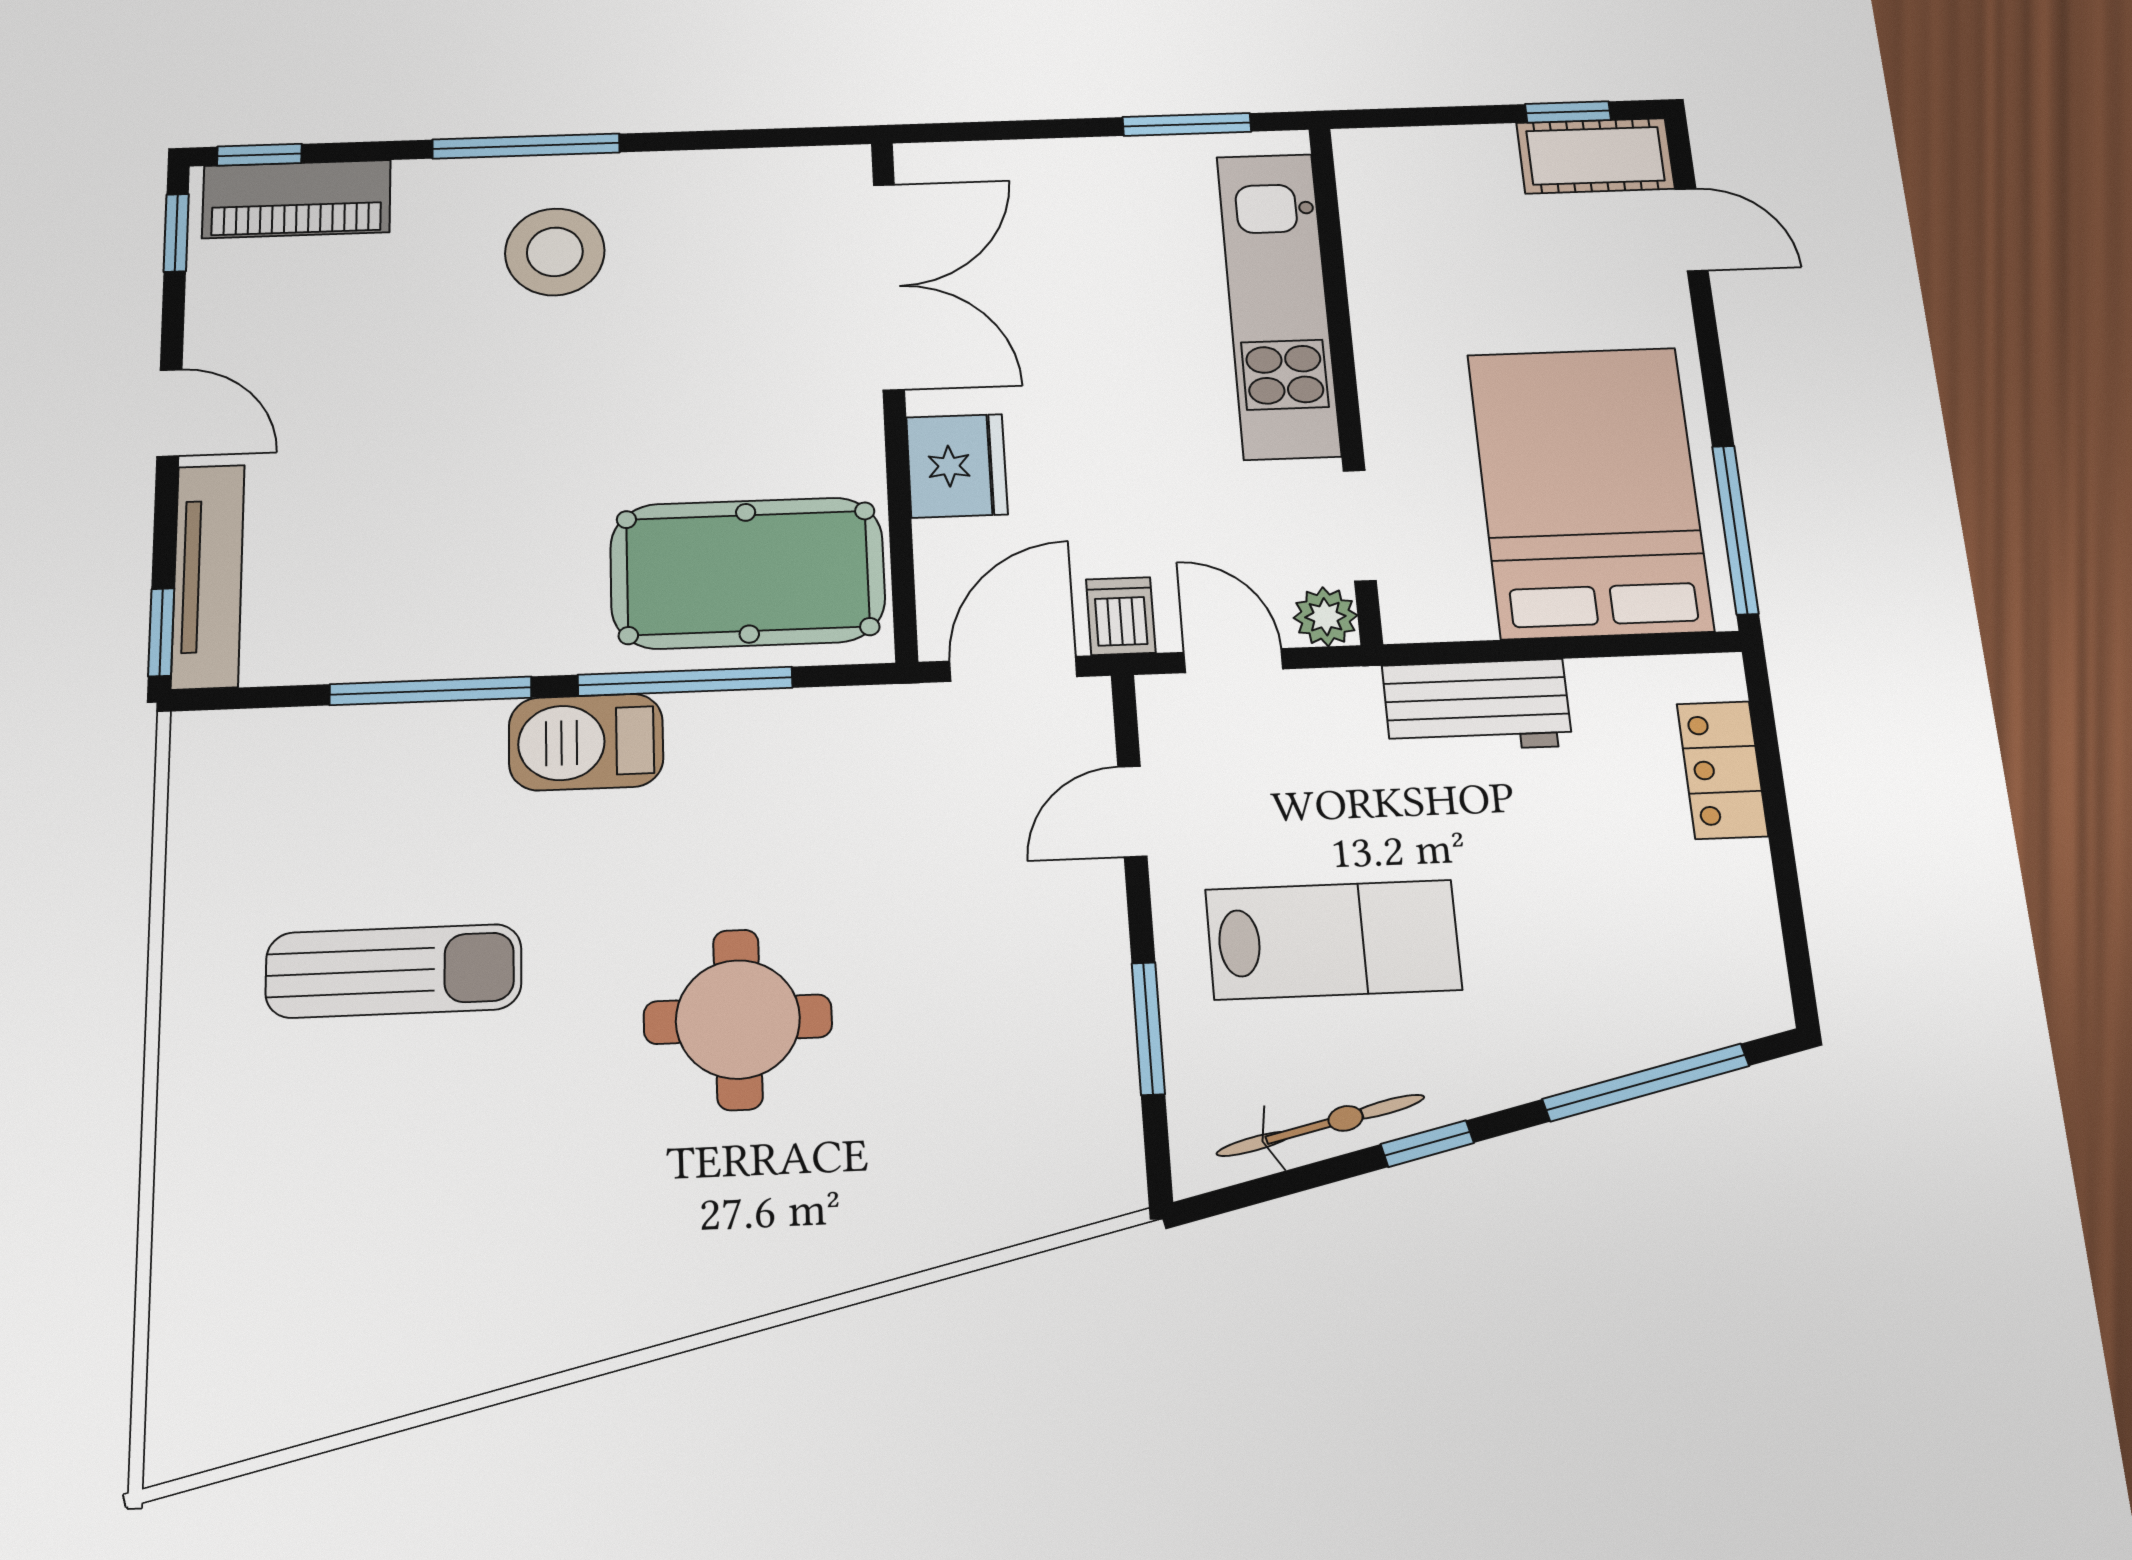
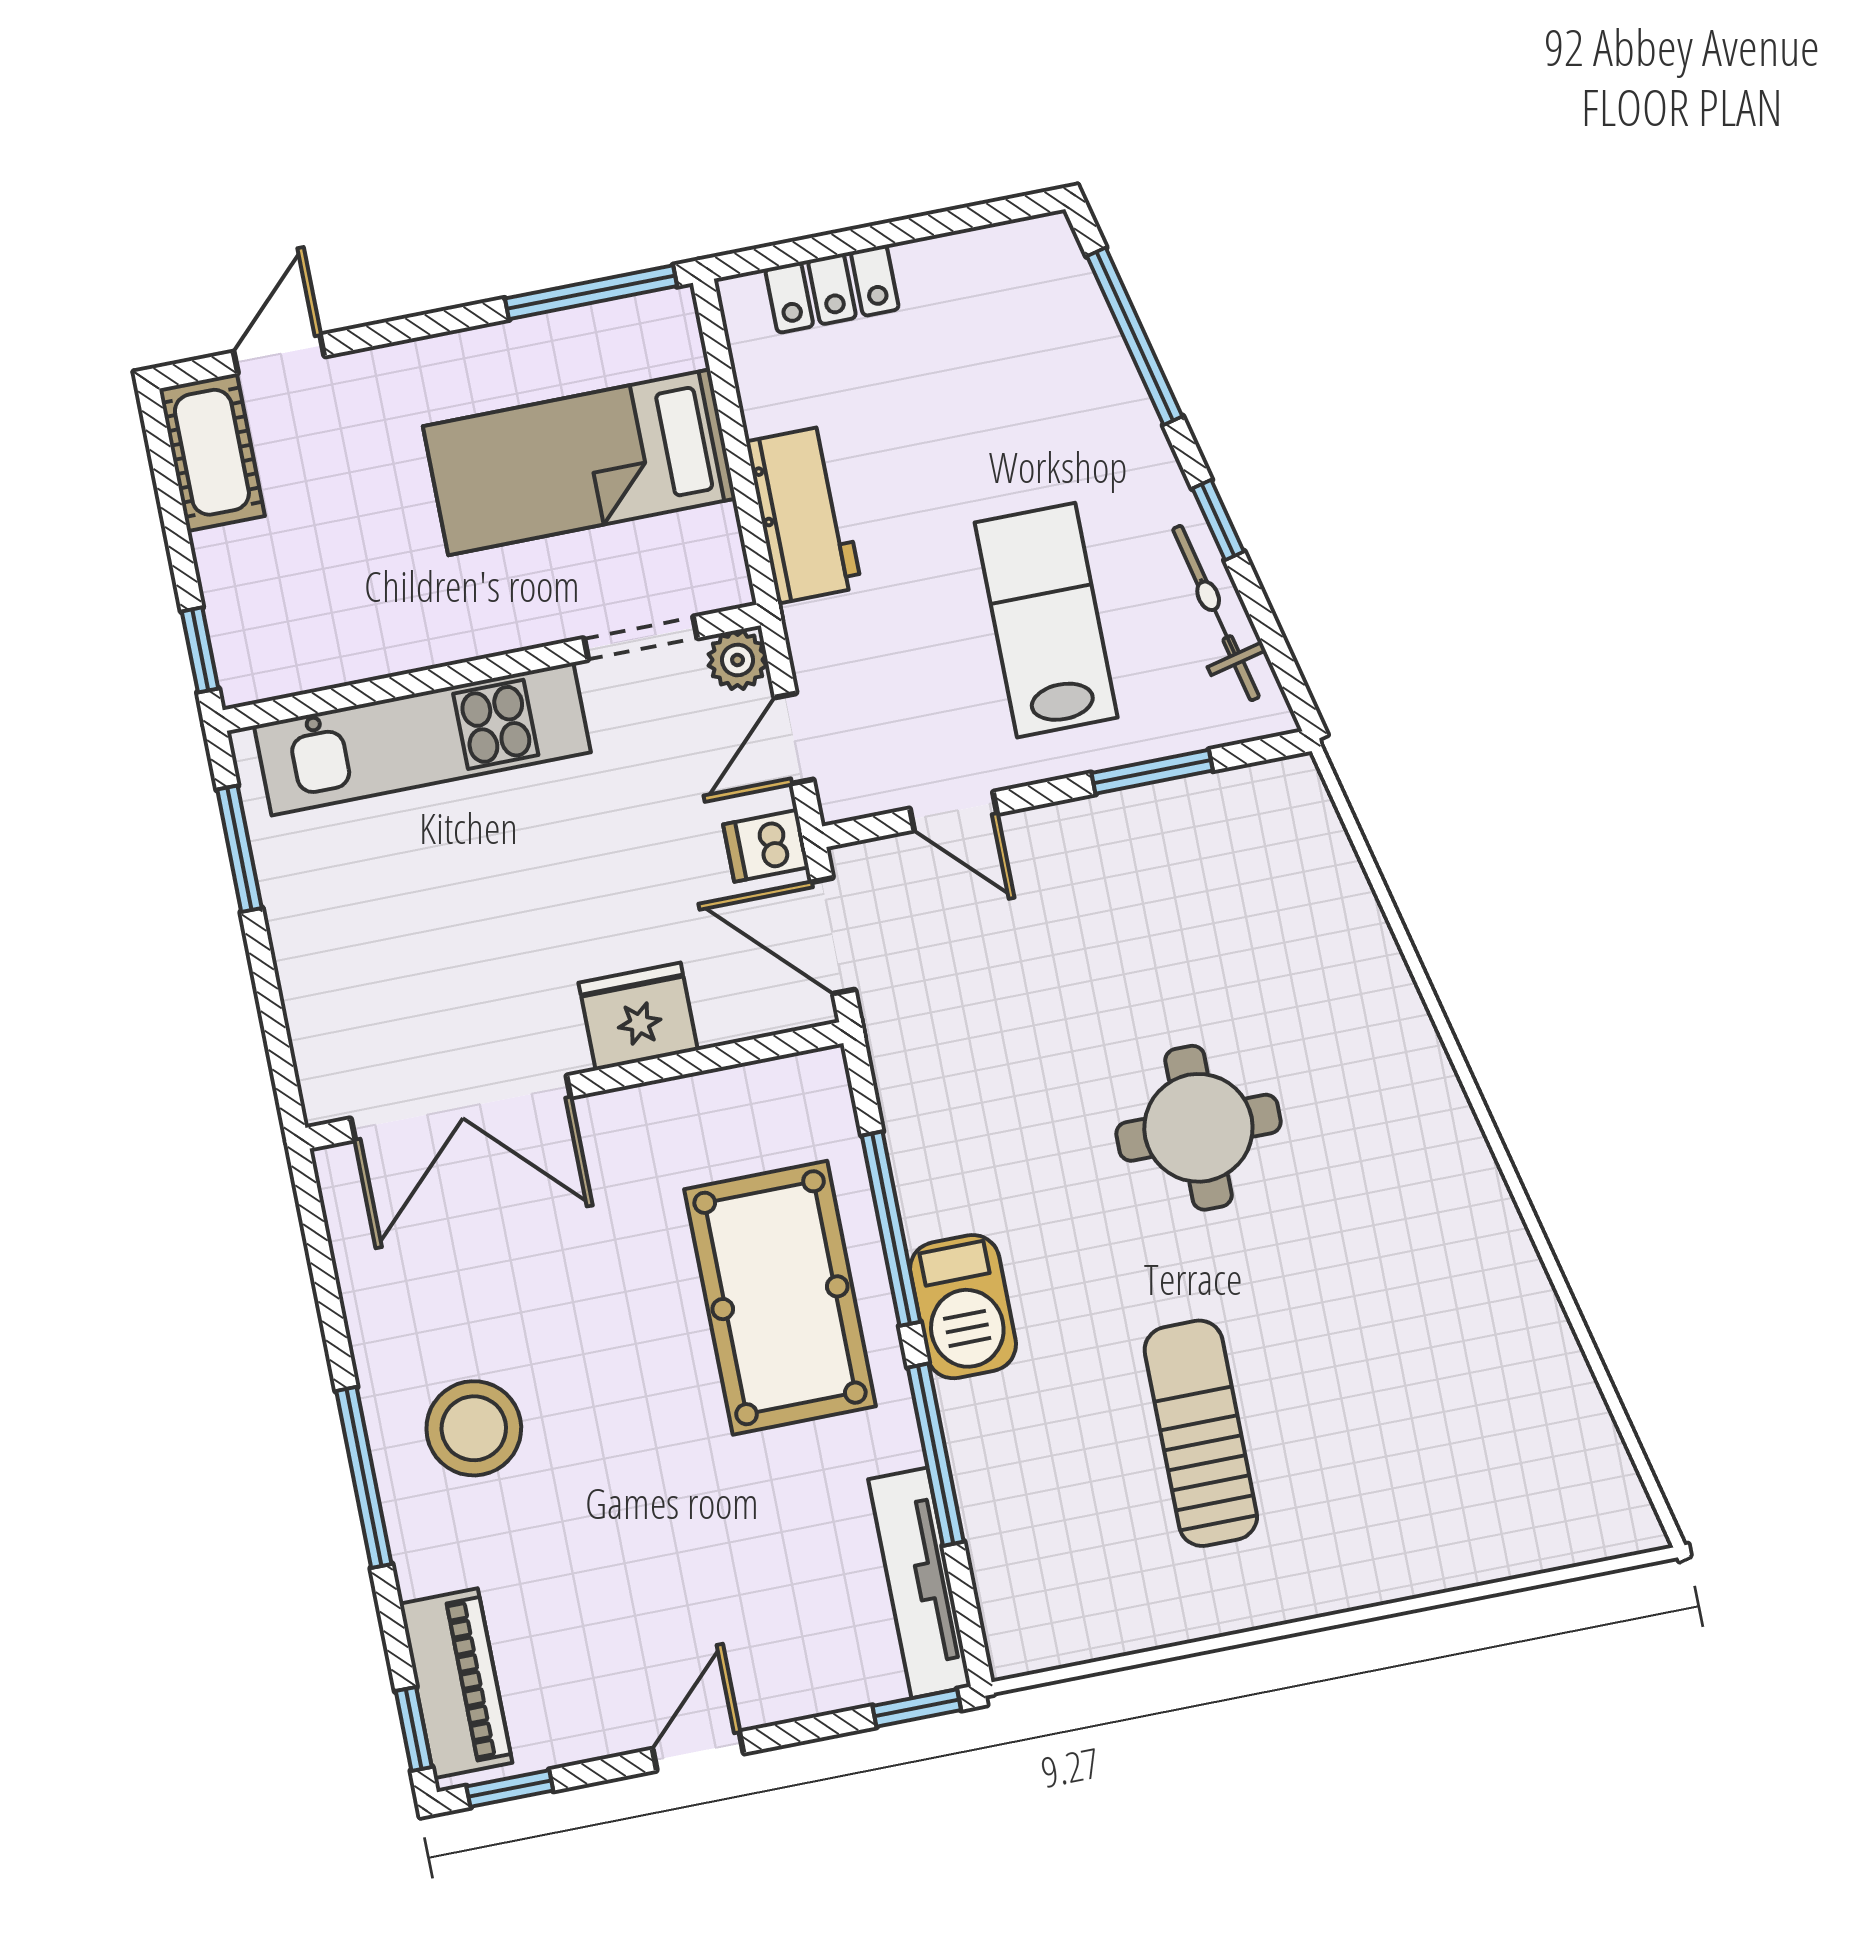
window: (1568, 112) -> (200, 650), moved
double door: (889, 286) -> (461, 1108), swing flipped
bed: (1589, 491) -> (579, 462), width x0.67
pool table: (747, 573) -> (780, 1298), moved
tv unit: (208, 576) -> (920, 1583), moved, turned -90

